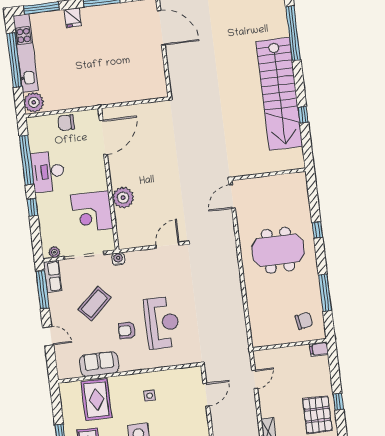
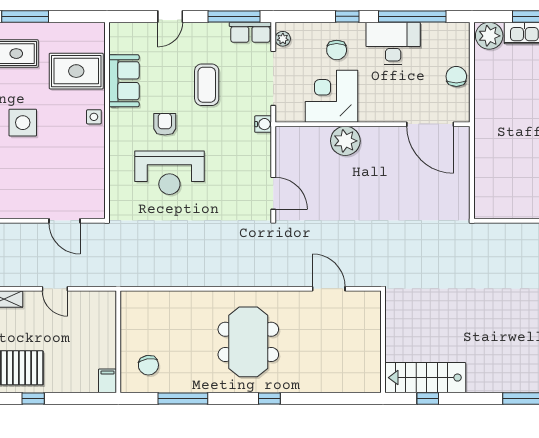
stairs: (279, 94) -> (425, 378), width x0.54, depth x0.66
wall: (269, 174) -> (383, 342), moved
chair: (58, 212) -> (337, 50), added
coffee table: (95, 303) -> (207, 85), turned 43
door: (255, 379) -> (55, 289), moved
side table: (150, 396) -> (94, 117), moved

